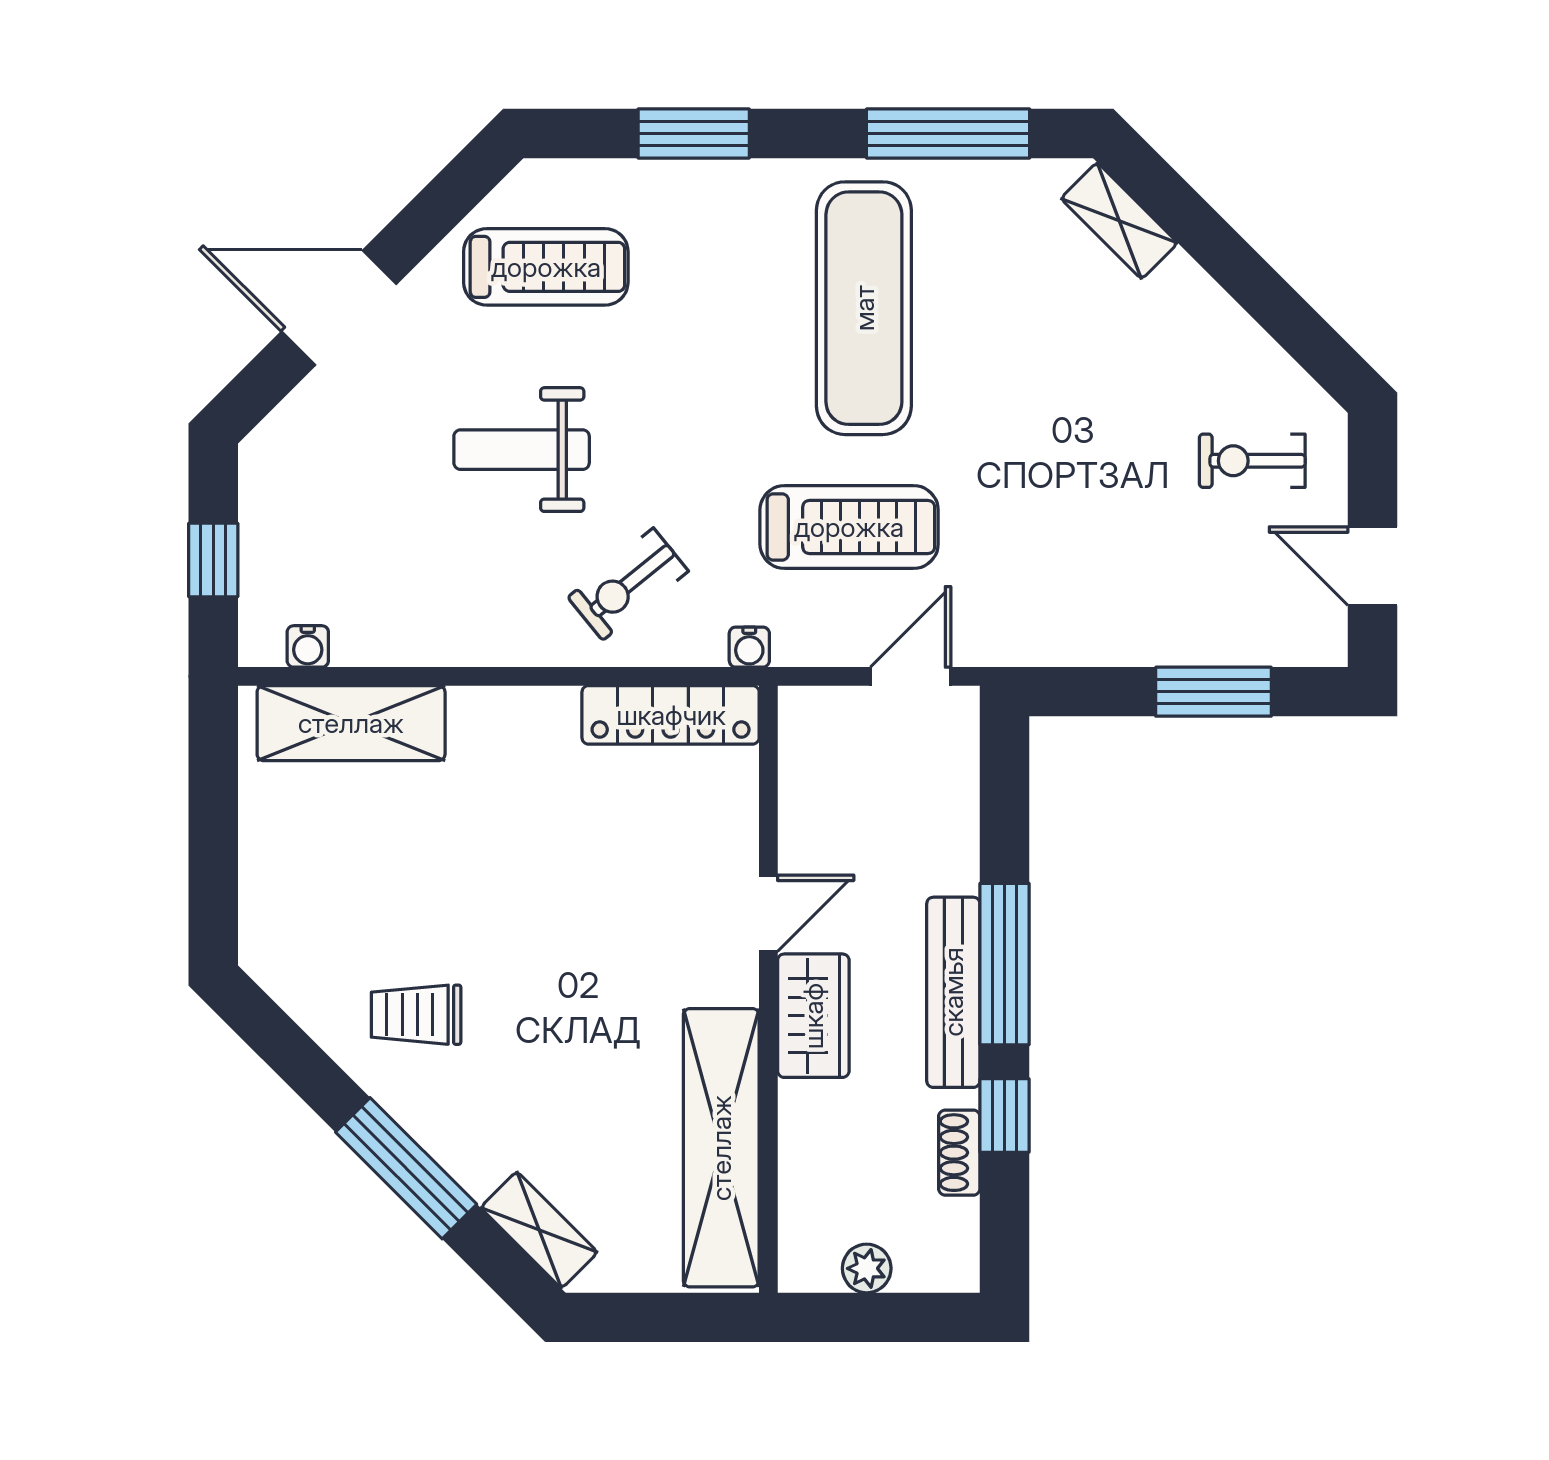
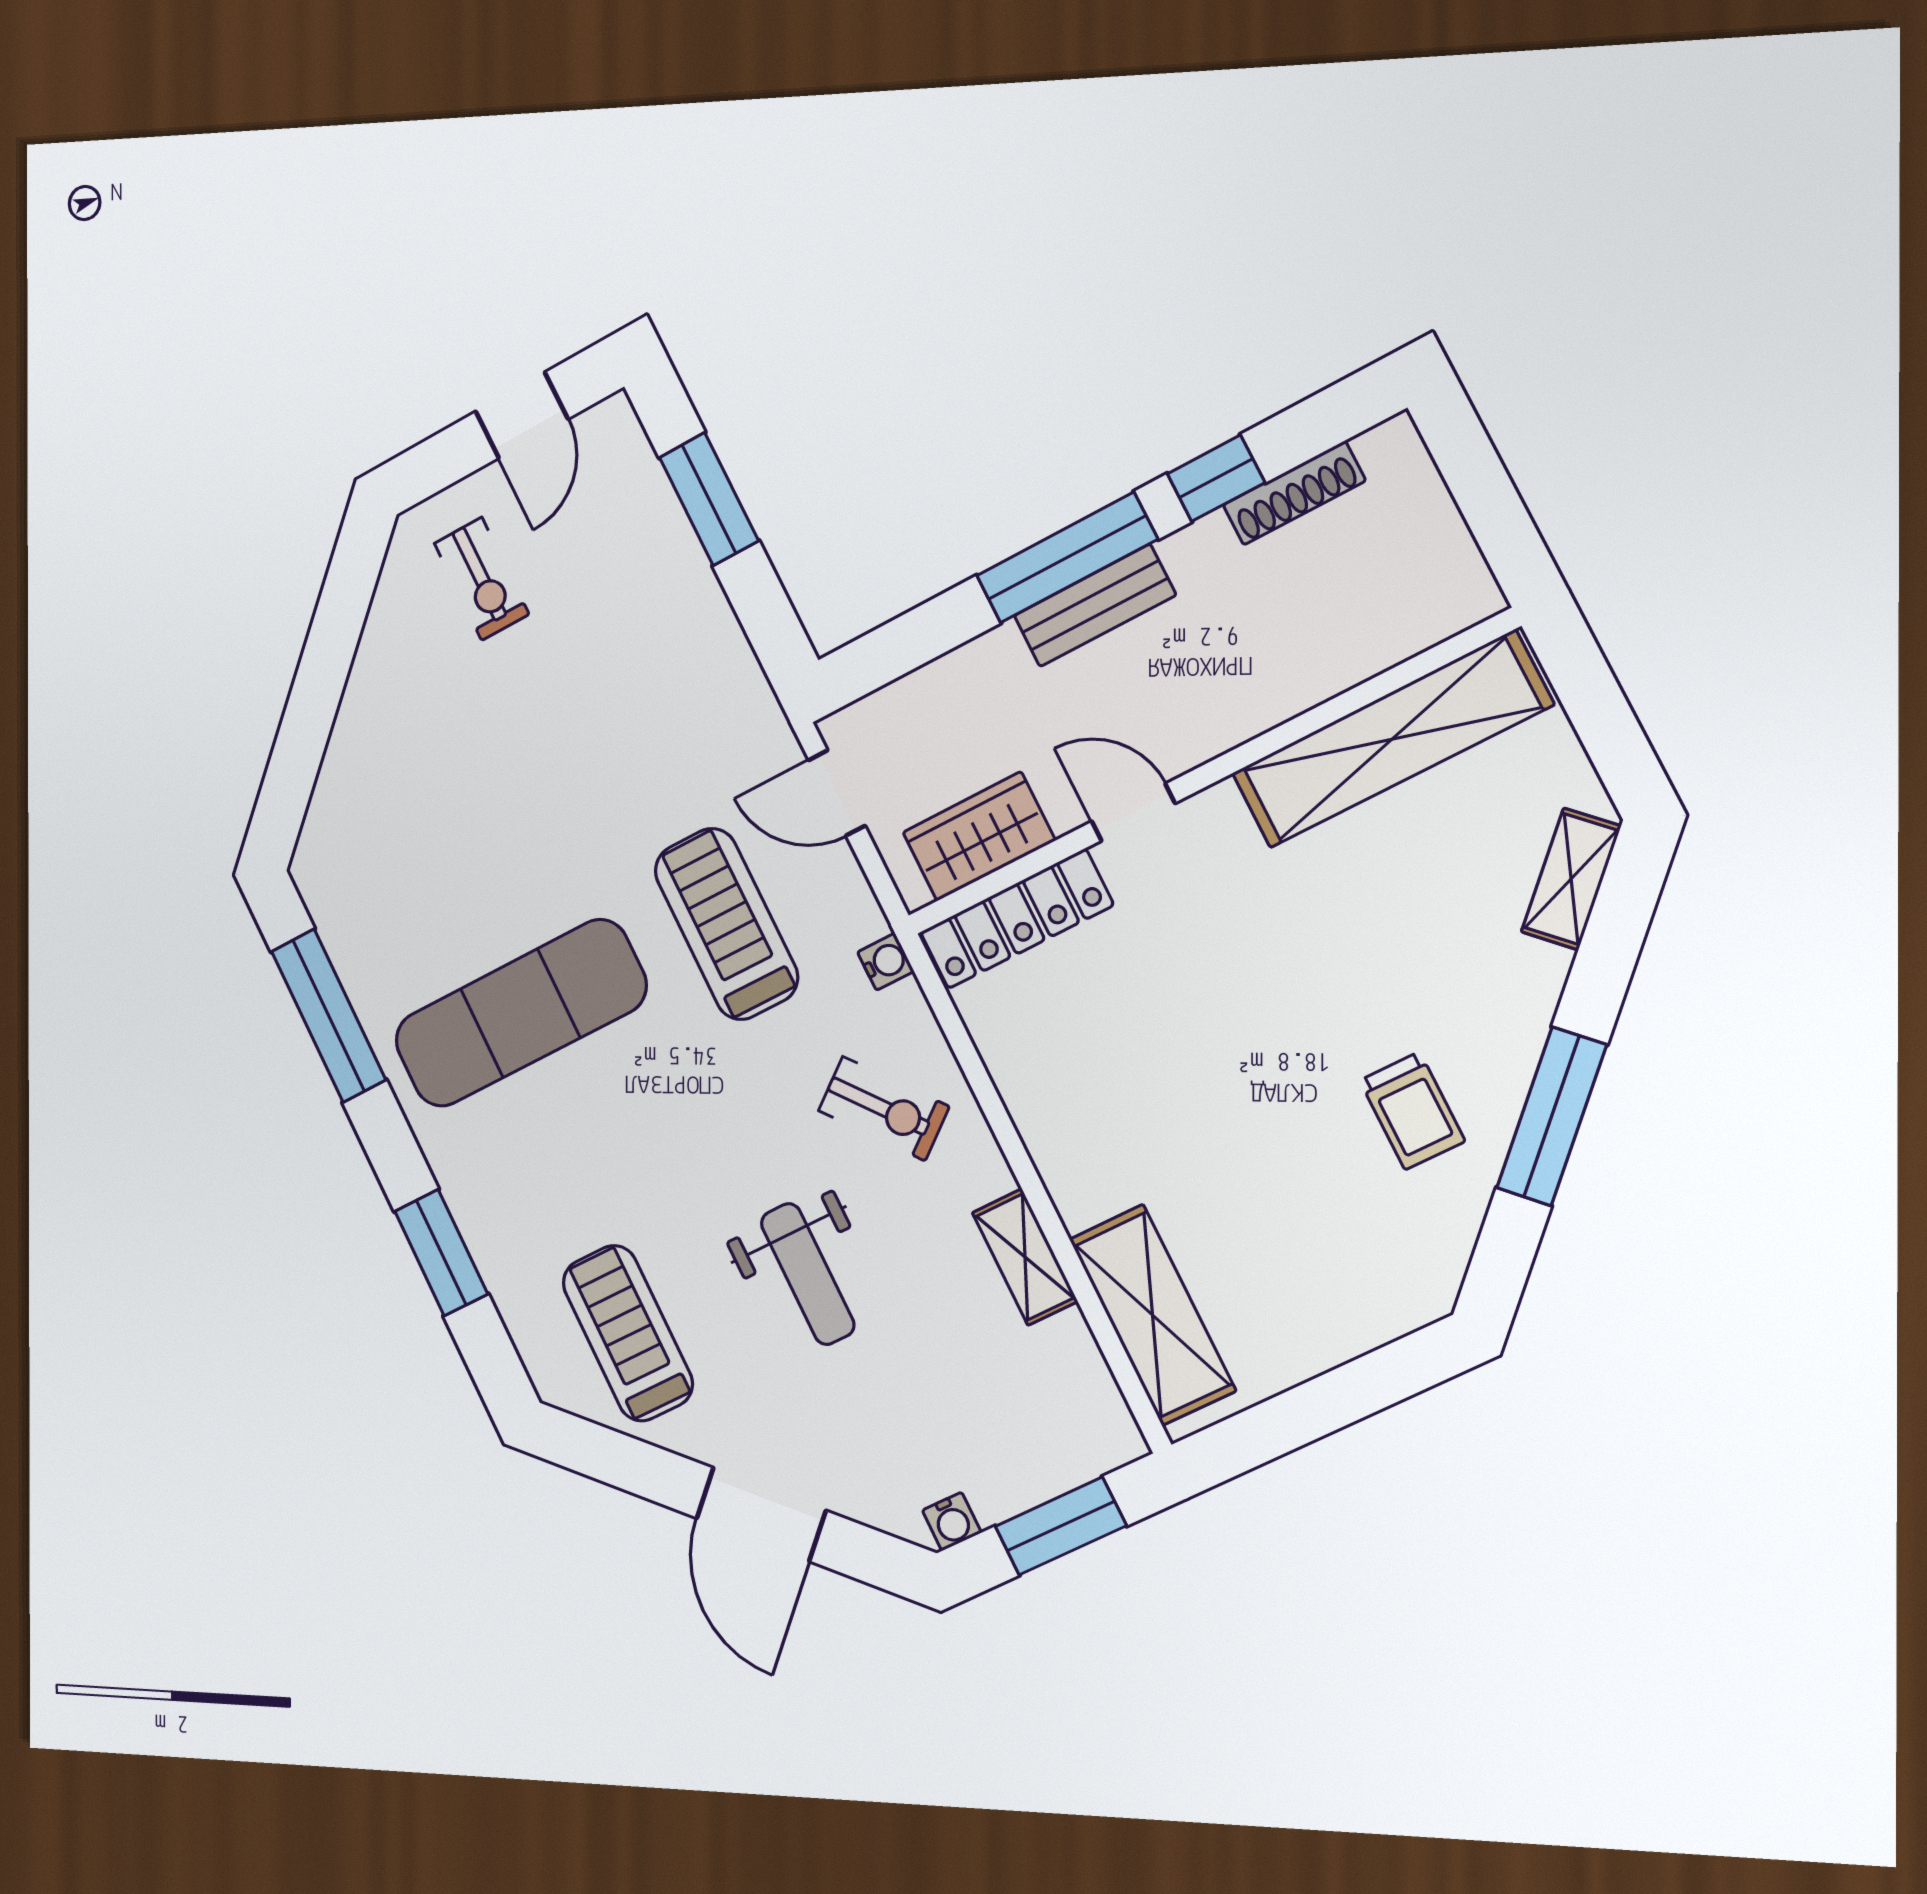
shelving: (1119, 221) -> (1025, 1257), moved, turned -45
window: (213, 560) -> (1061, 1526), width x1.50
water cooler: (308, 646) -> (952, 1522), moved, turned 90
locker: (671, 715) -> (1017, 919), moved, turned 90
bench: (953, 992) -> (1095, 605), width x0.73
wardrobe: (813, 1016) -> (979, 836), moved
shoe rack: (959, 1153) -> (1294, 493), width x1.43
window: (406, 1168) -> (1552, 1116), moved
plant: (867, 1268) -> (1441, 532), removed

